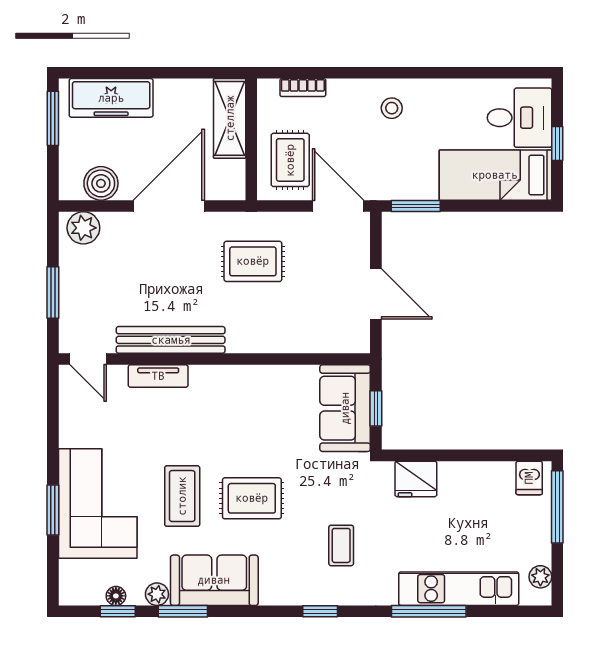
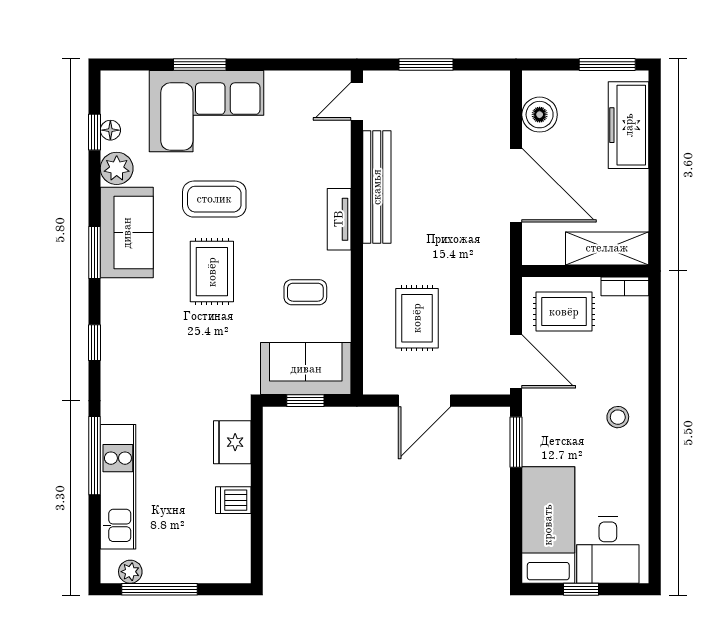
bookcase: (303, 88) -> (625, 286), moved, turned -90
door: (338, 206) -> (516, 361), hinge flipped
plant: (83, 228) -> (493, 96), removed
rug: (253, 261) -> (417, 318), moved
tv unit: (158, 376) -> (339, 219), moved
dishwasher: (529, 478) -> (233, 500), moved
window: (557, 507) -> (160, 589), moved
coffee table: (341, 545) -> (305, 292), moved
plant: (157, 594) -> (117, 168), width x1.38, depth x1.38
window: (183, 611) -> (95, 253), moved

